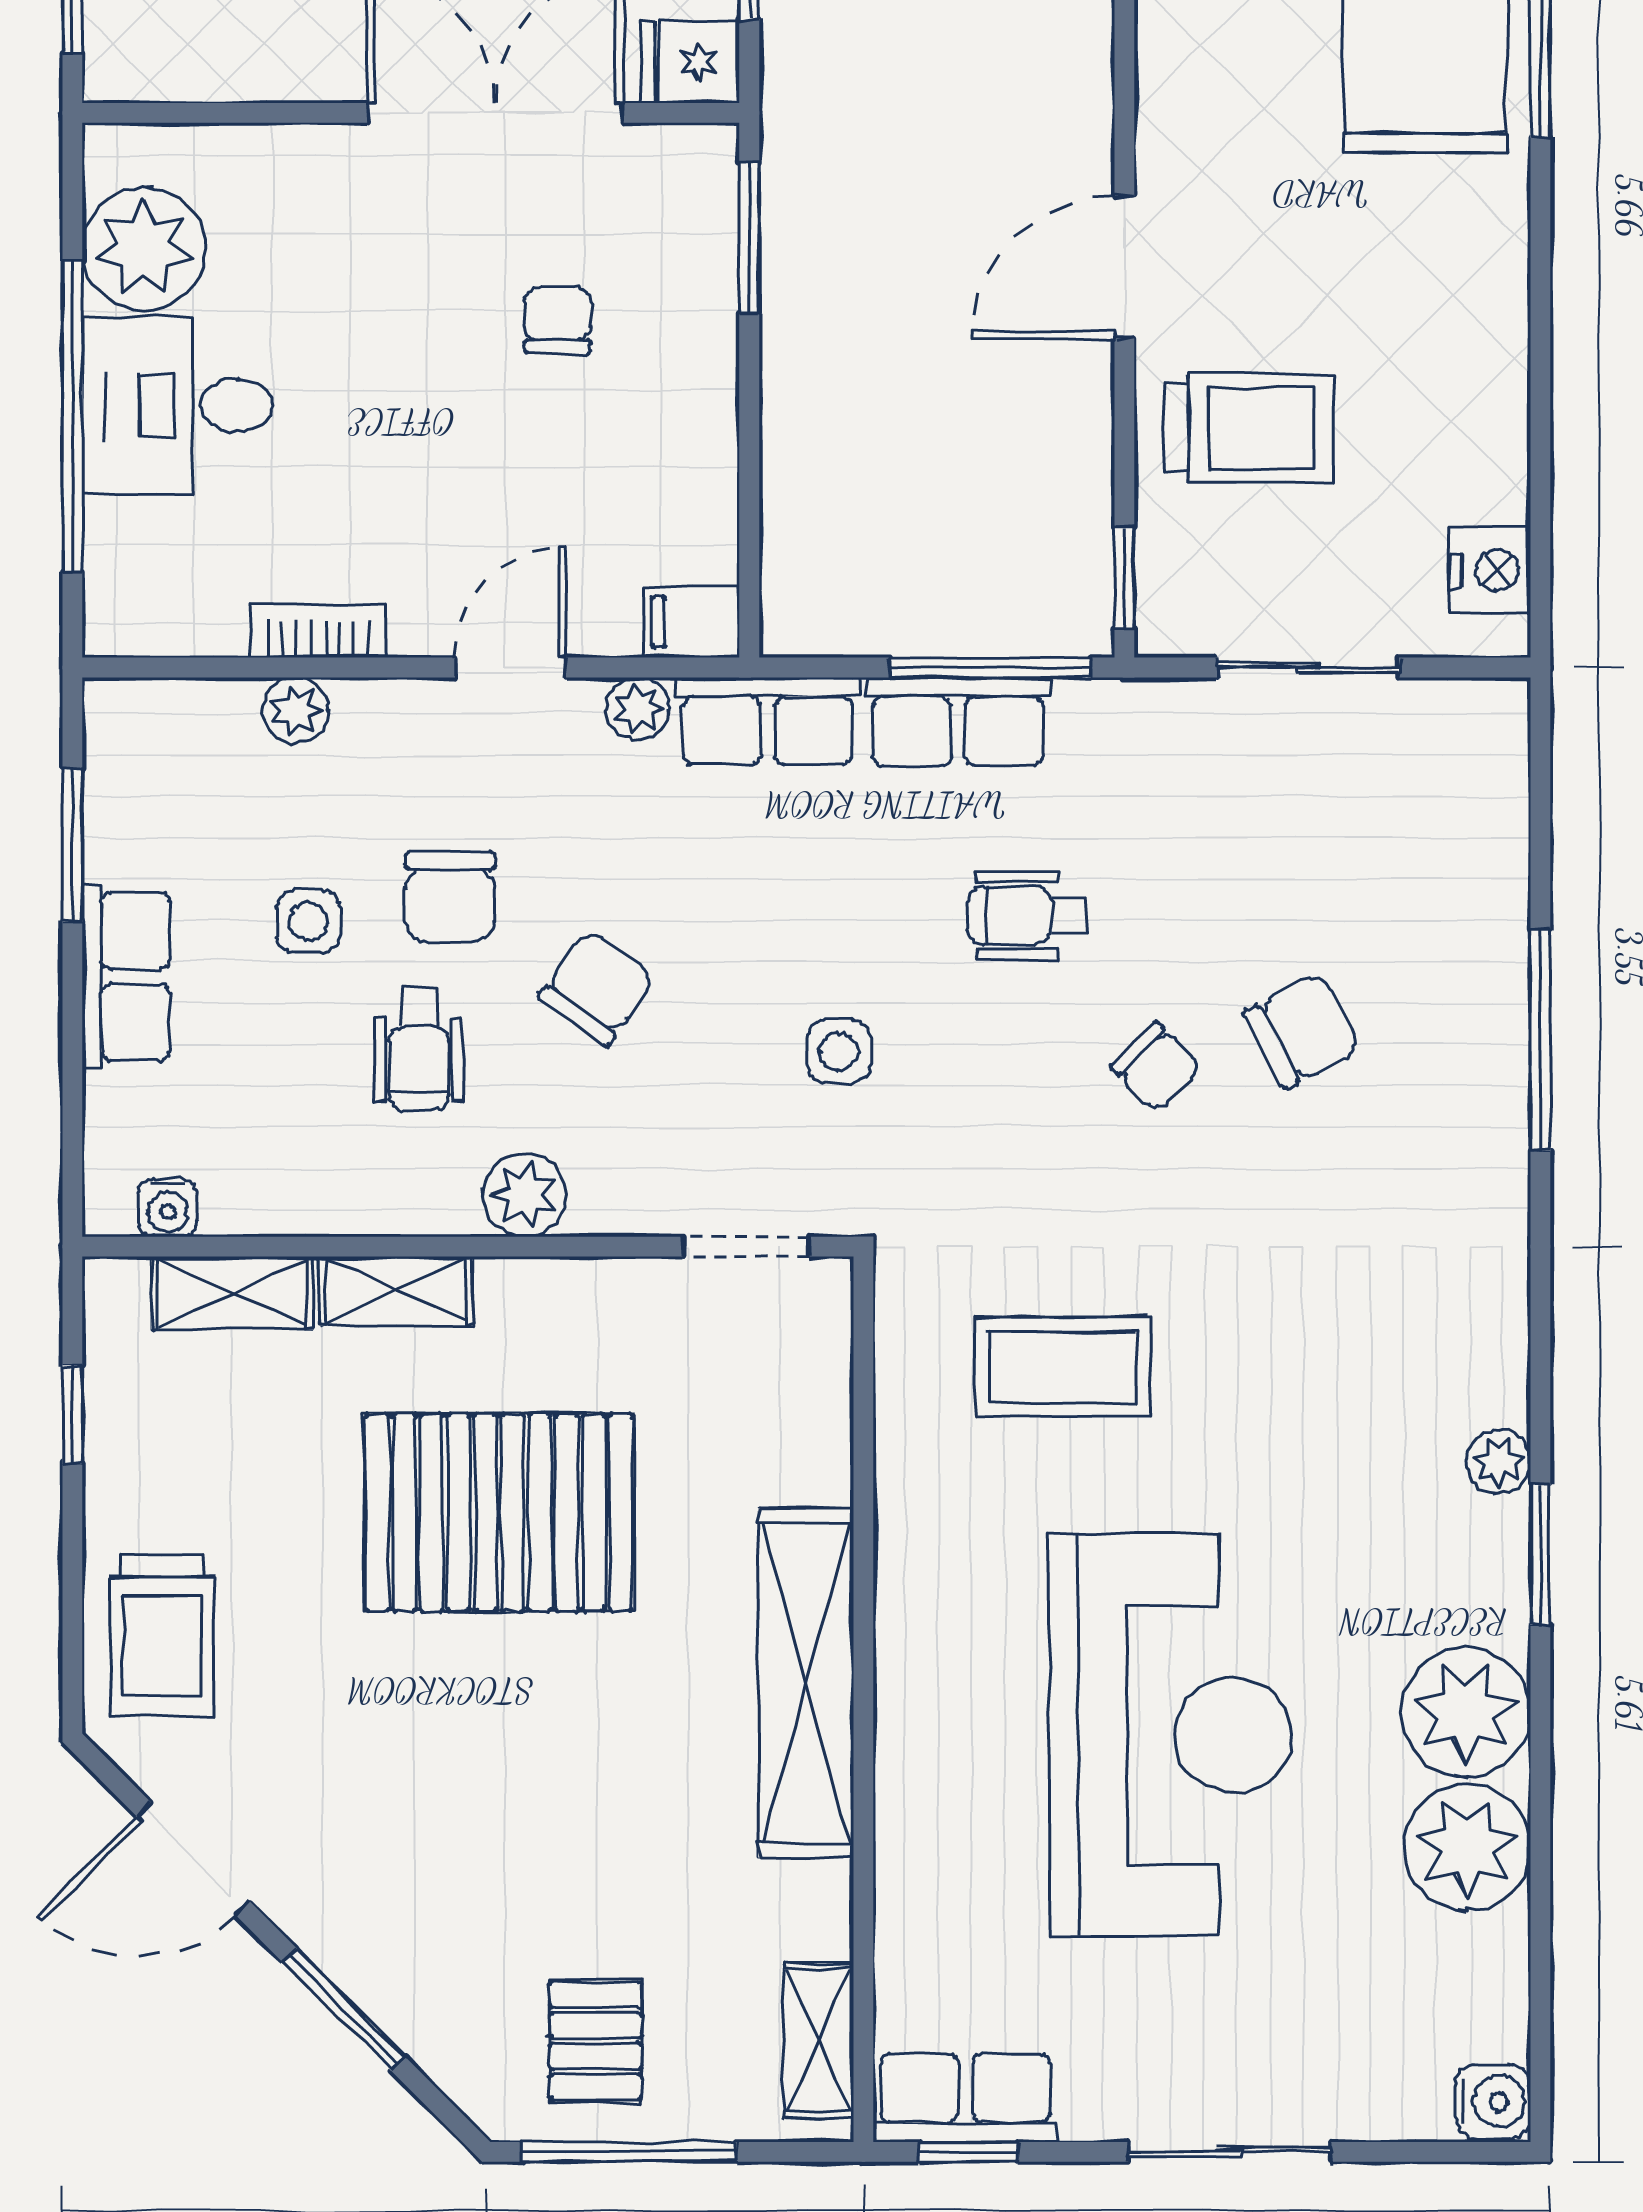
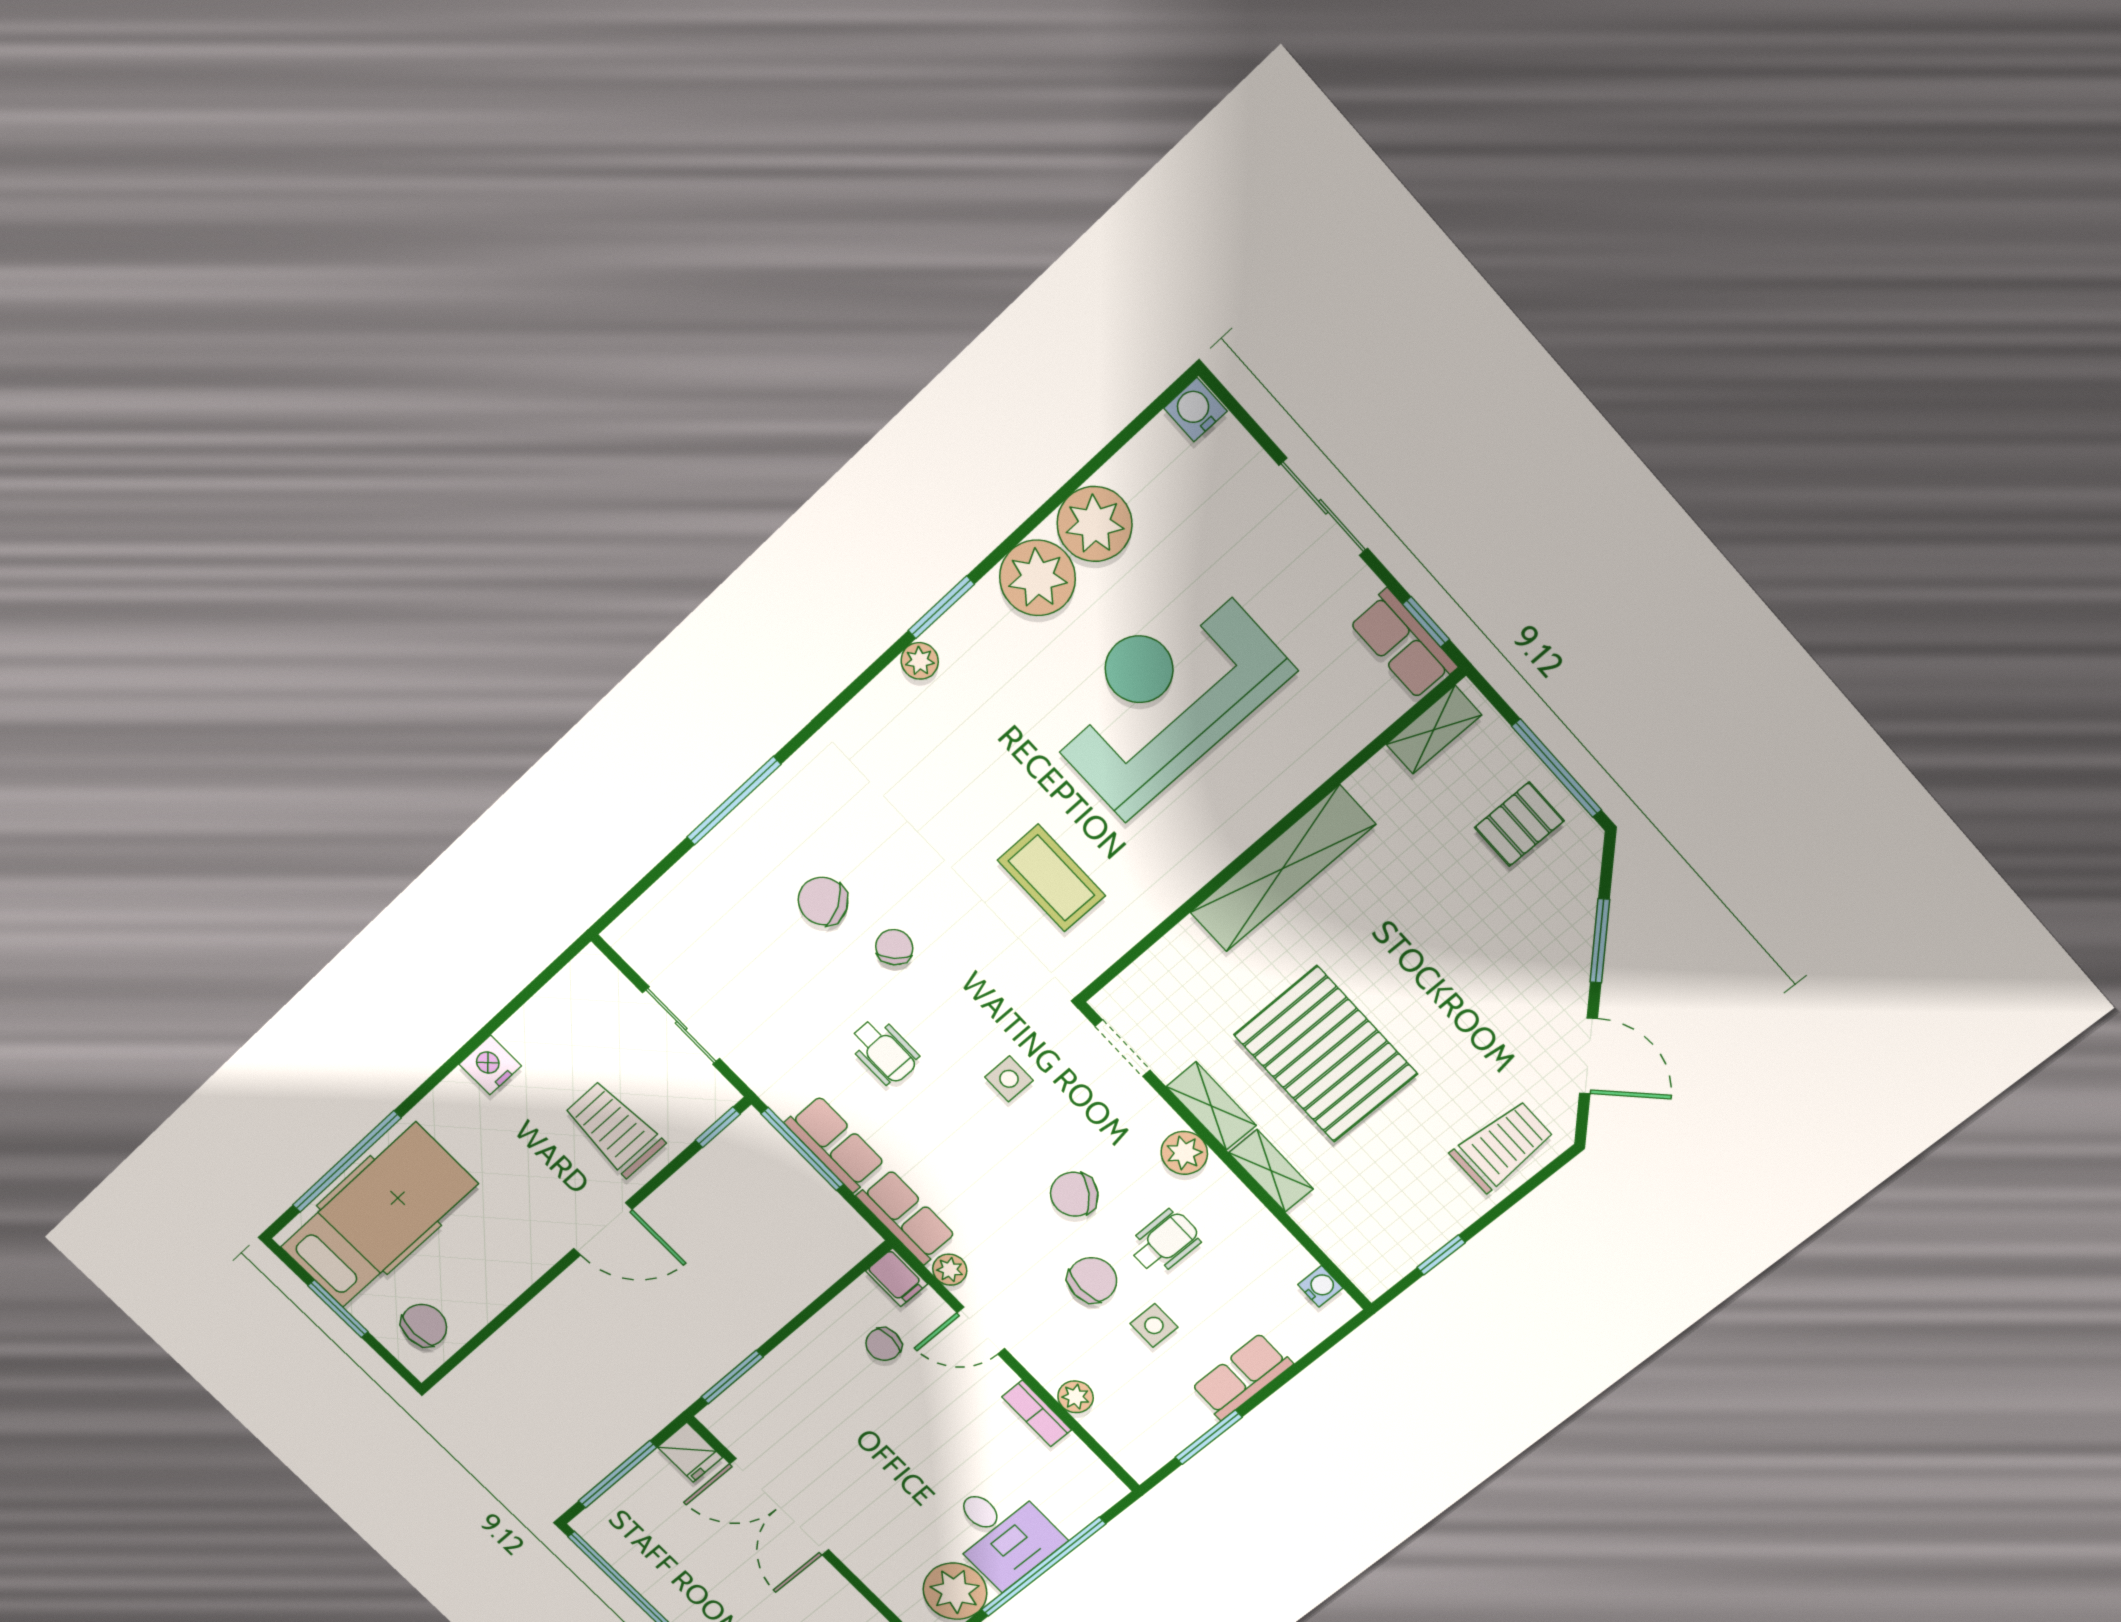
chair: (558, 320) -> (884, 1344), moved
nightstand: (1490, 570) -> (490, 1065), moved
shelving: (232, 1293) -> (1211, 1106), moved

